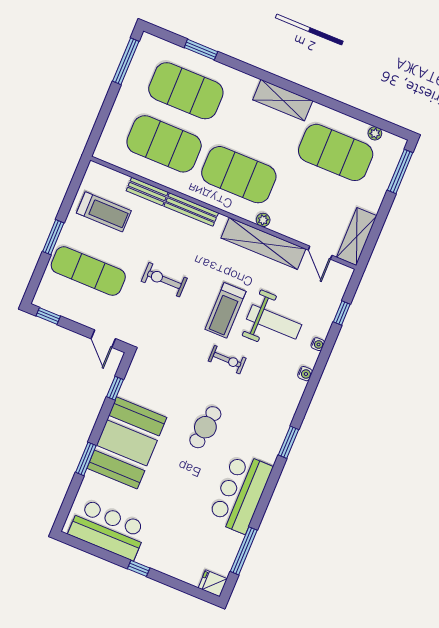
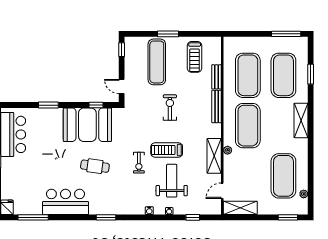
shelving: (283, 100) -> (301, 120), moved
window: (400, 171) -> (288, 217), width x0.69
shelving: (263, 243) -> (214, 156), width x0.68
weight bench: (274, 322) -> (172, 181), turned 180
door: (103, 339) -> (122, 87), hinge flipped
booth: (127, 443) -> (87, 125), moved

